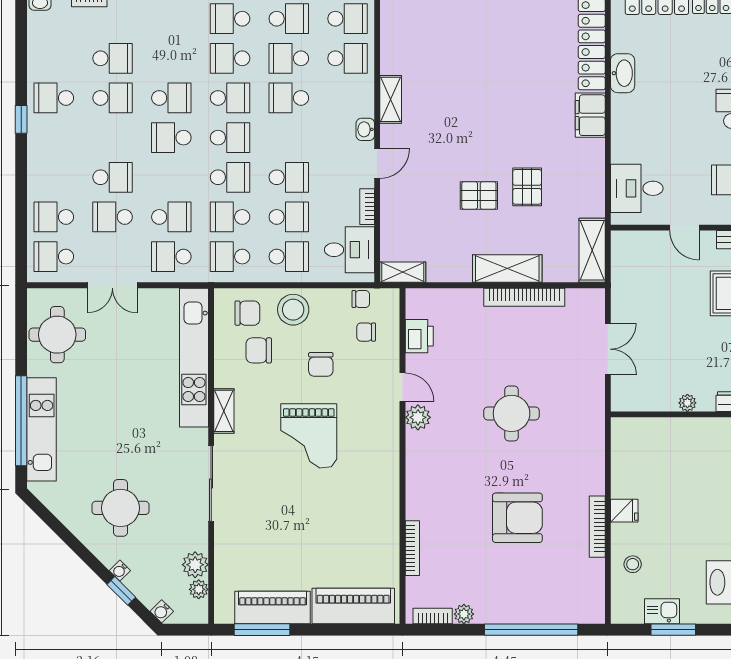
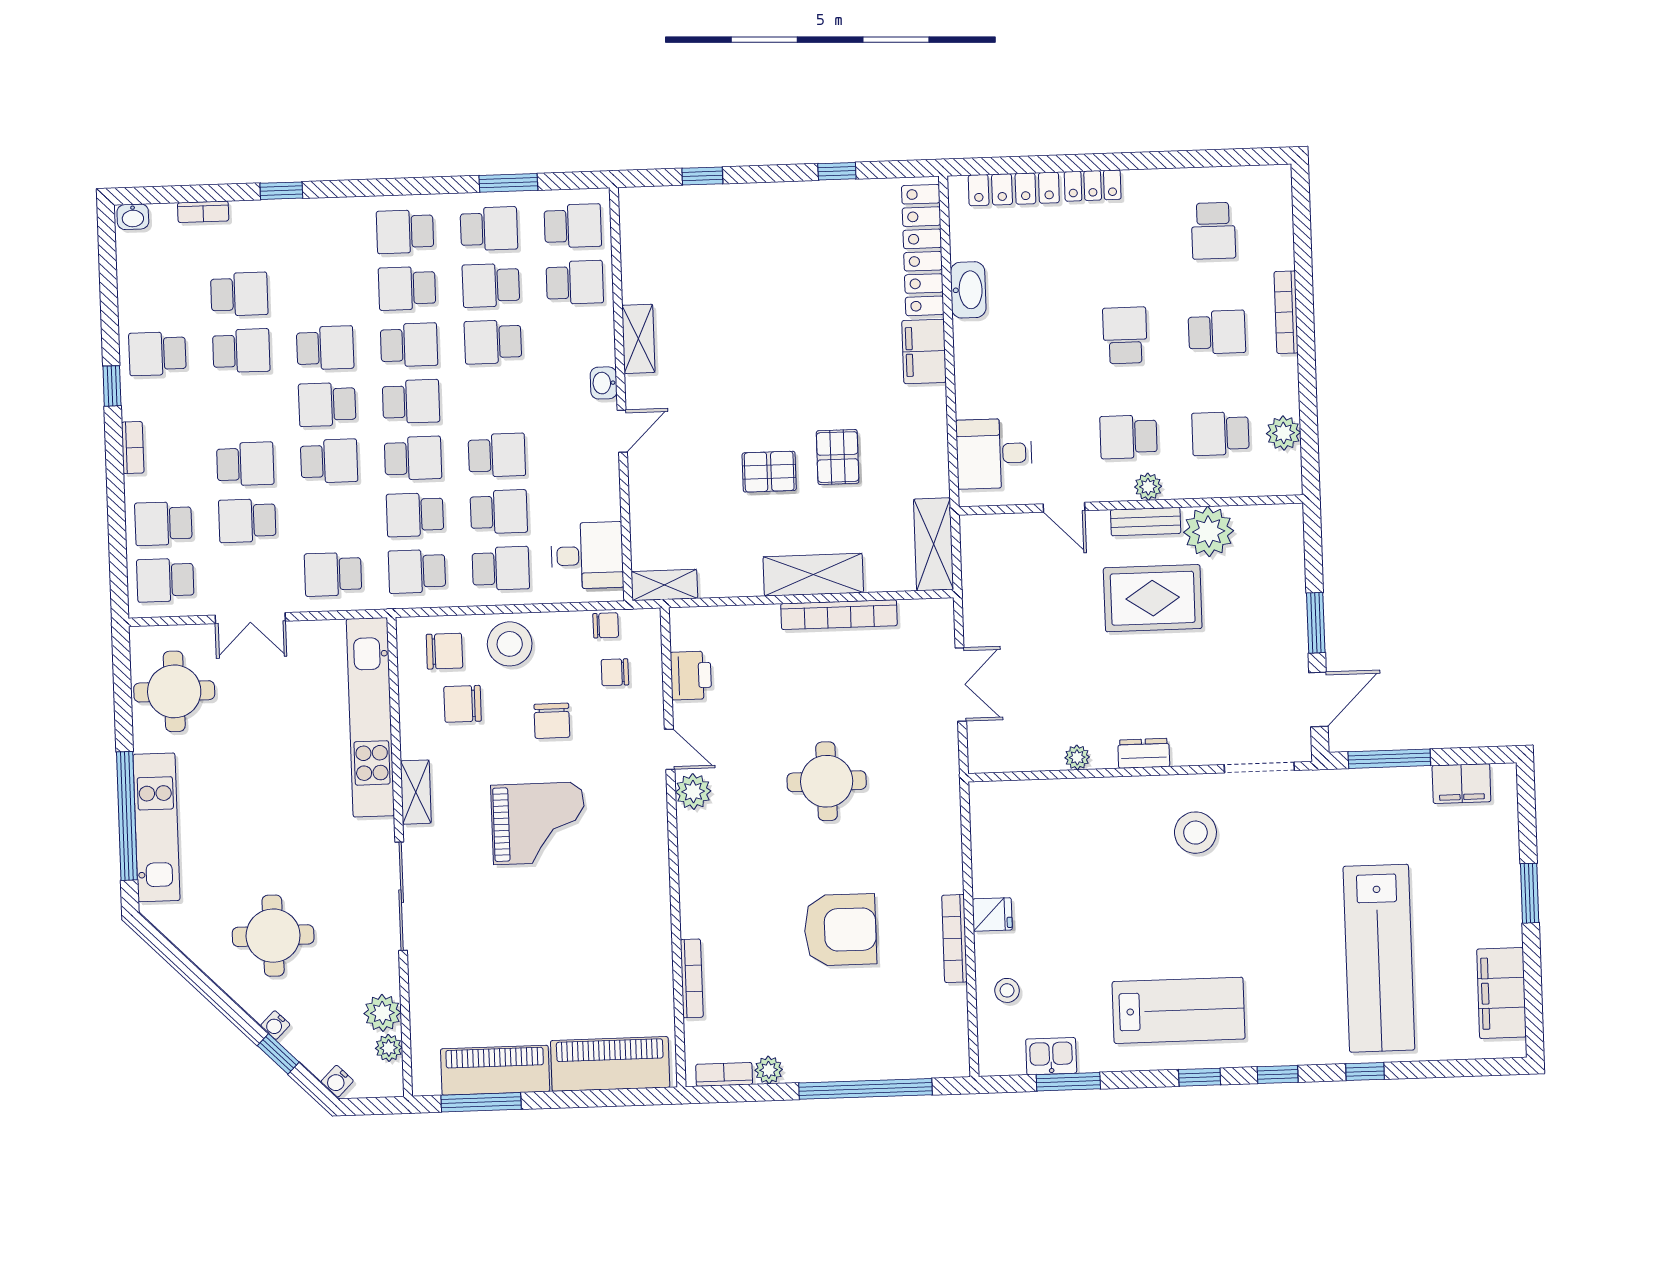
bookcase: (367, 207) -> (133, 448), moved, turned 180
school desk: (171, 217) -> (329, 461), moved
grand piano: (309, 436) -> (538, 823), turned -90

